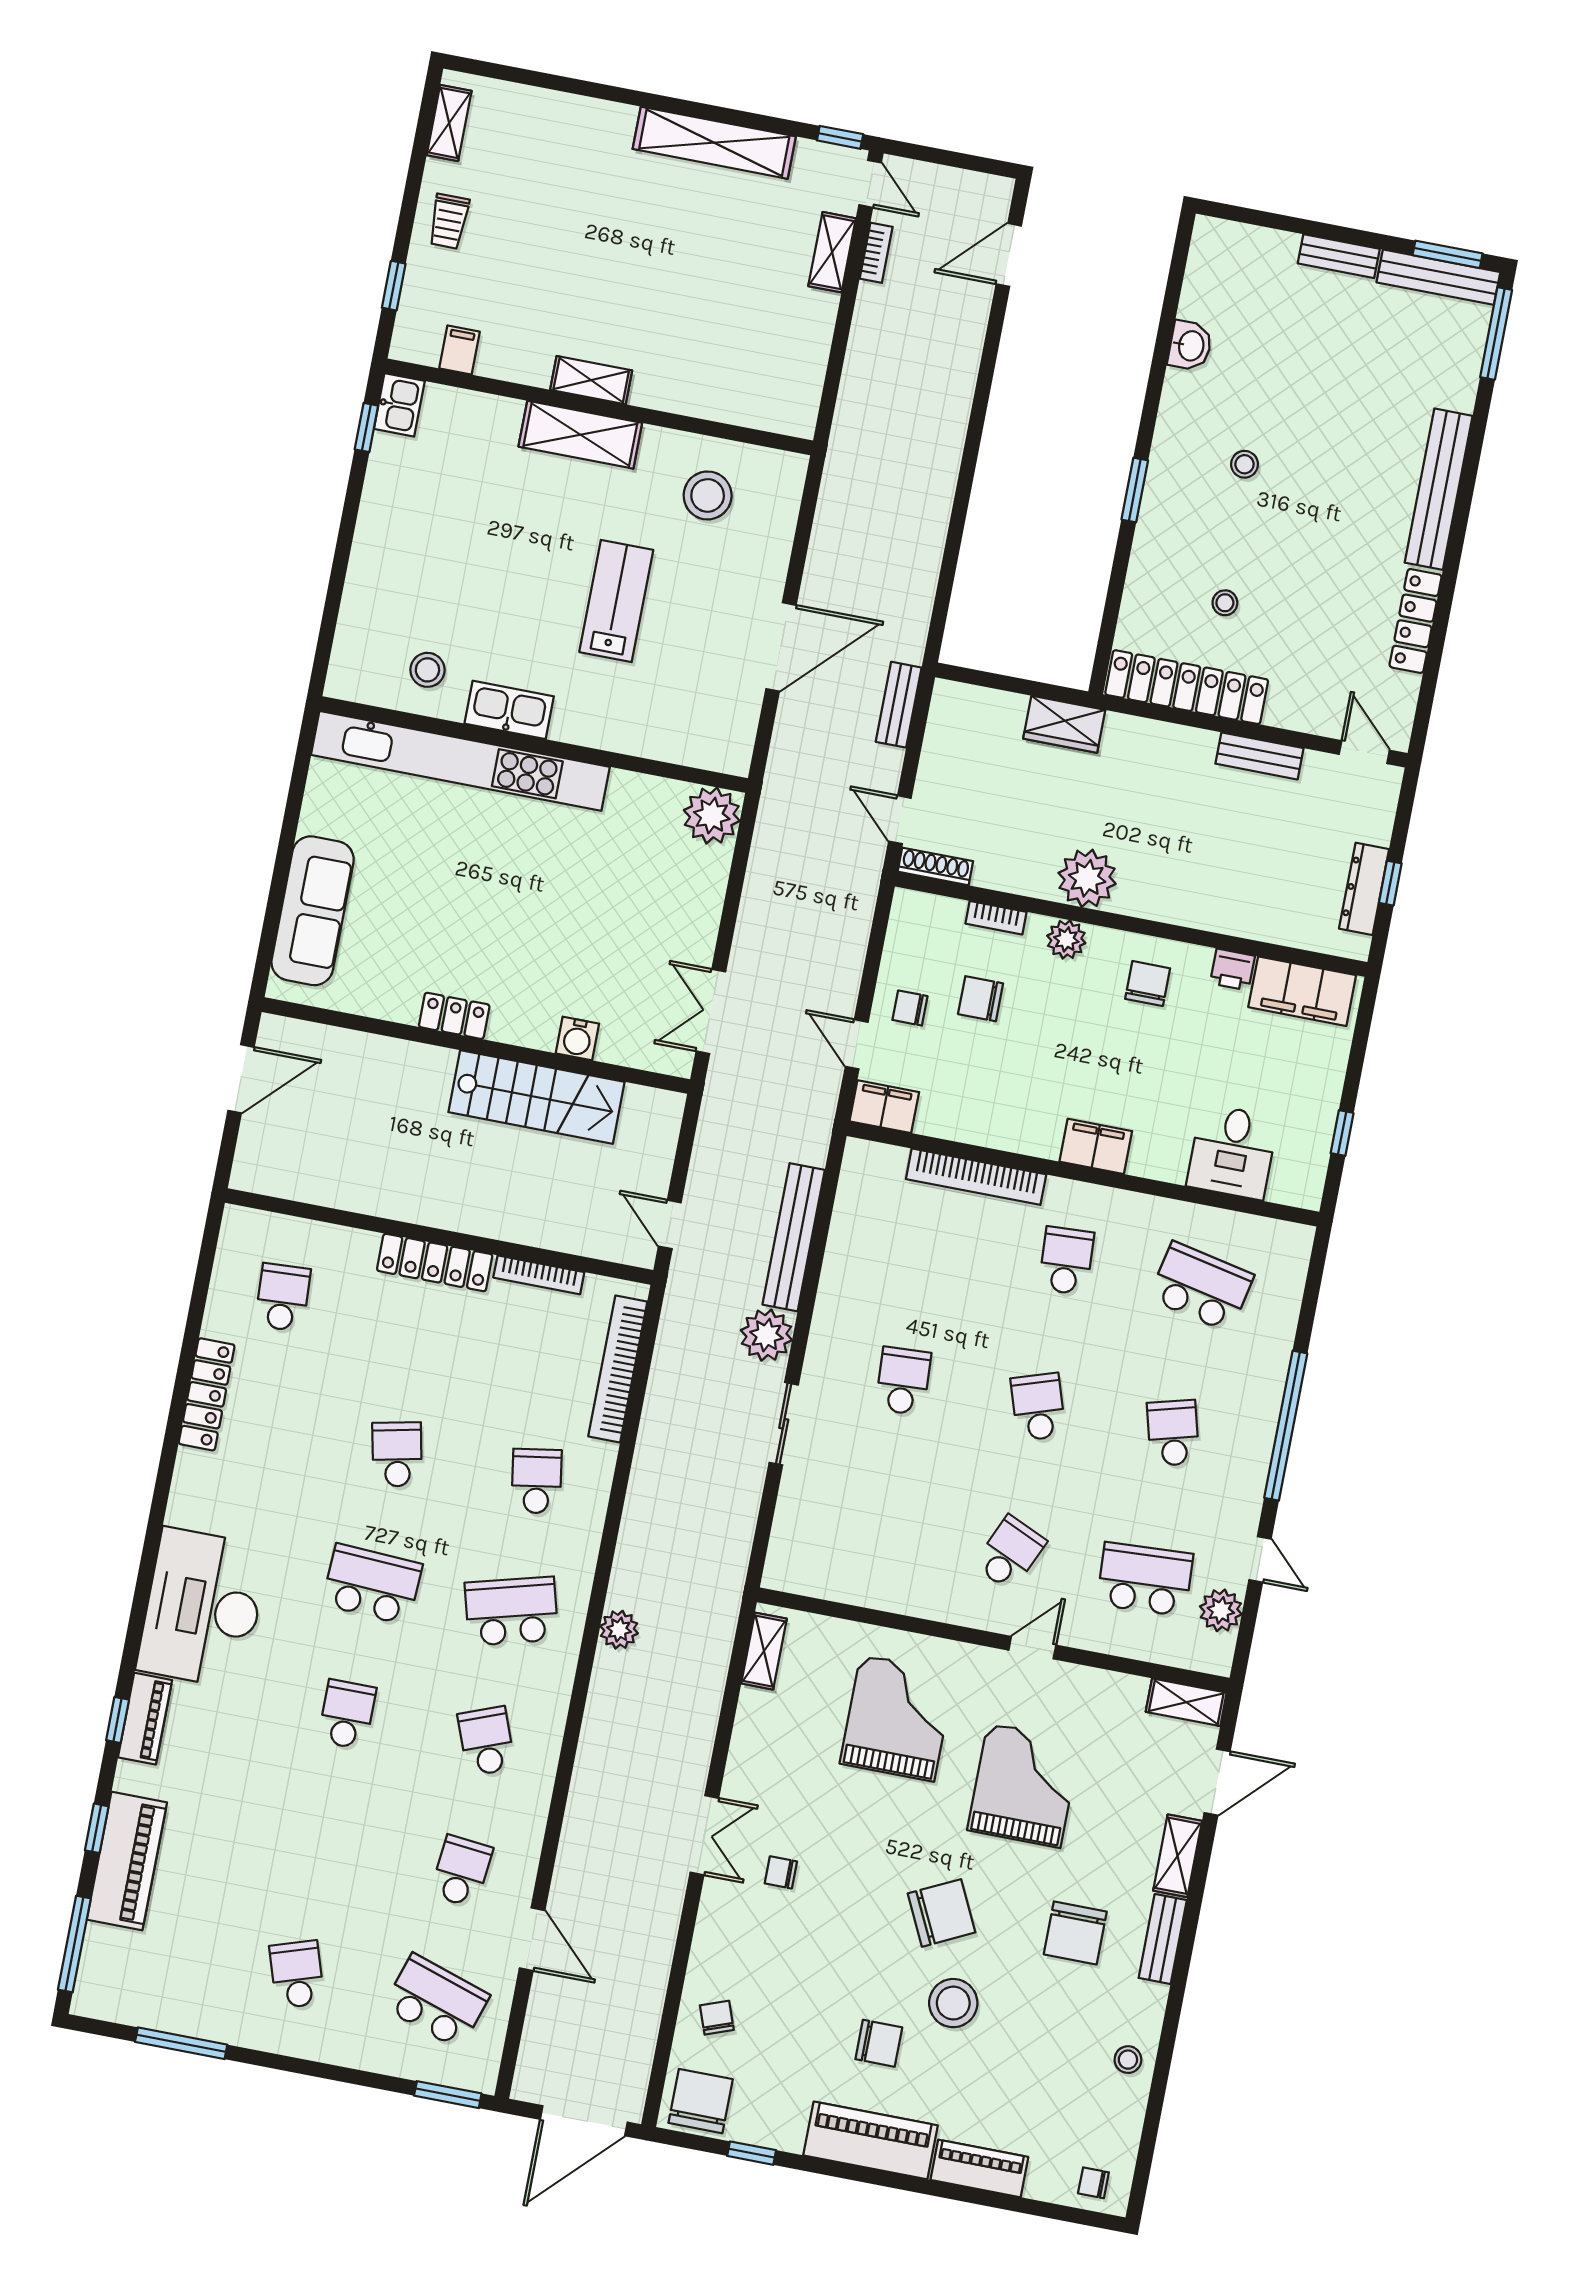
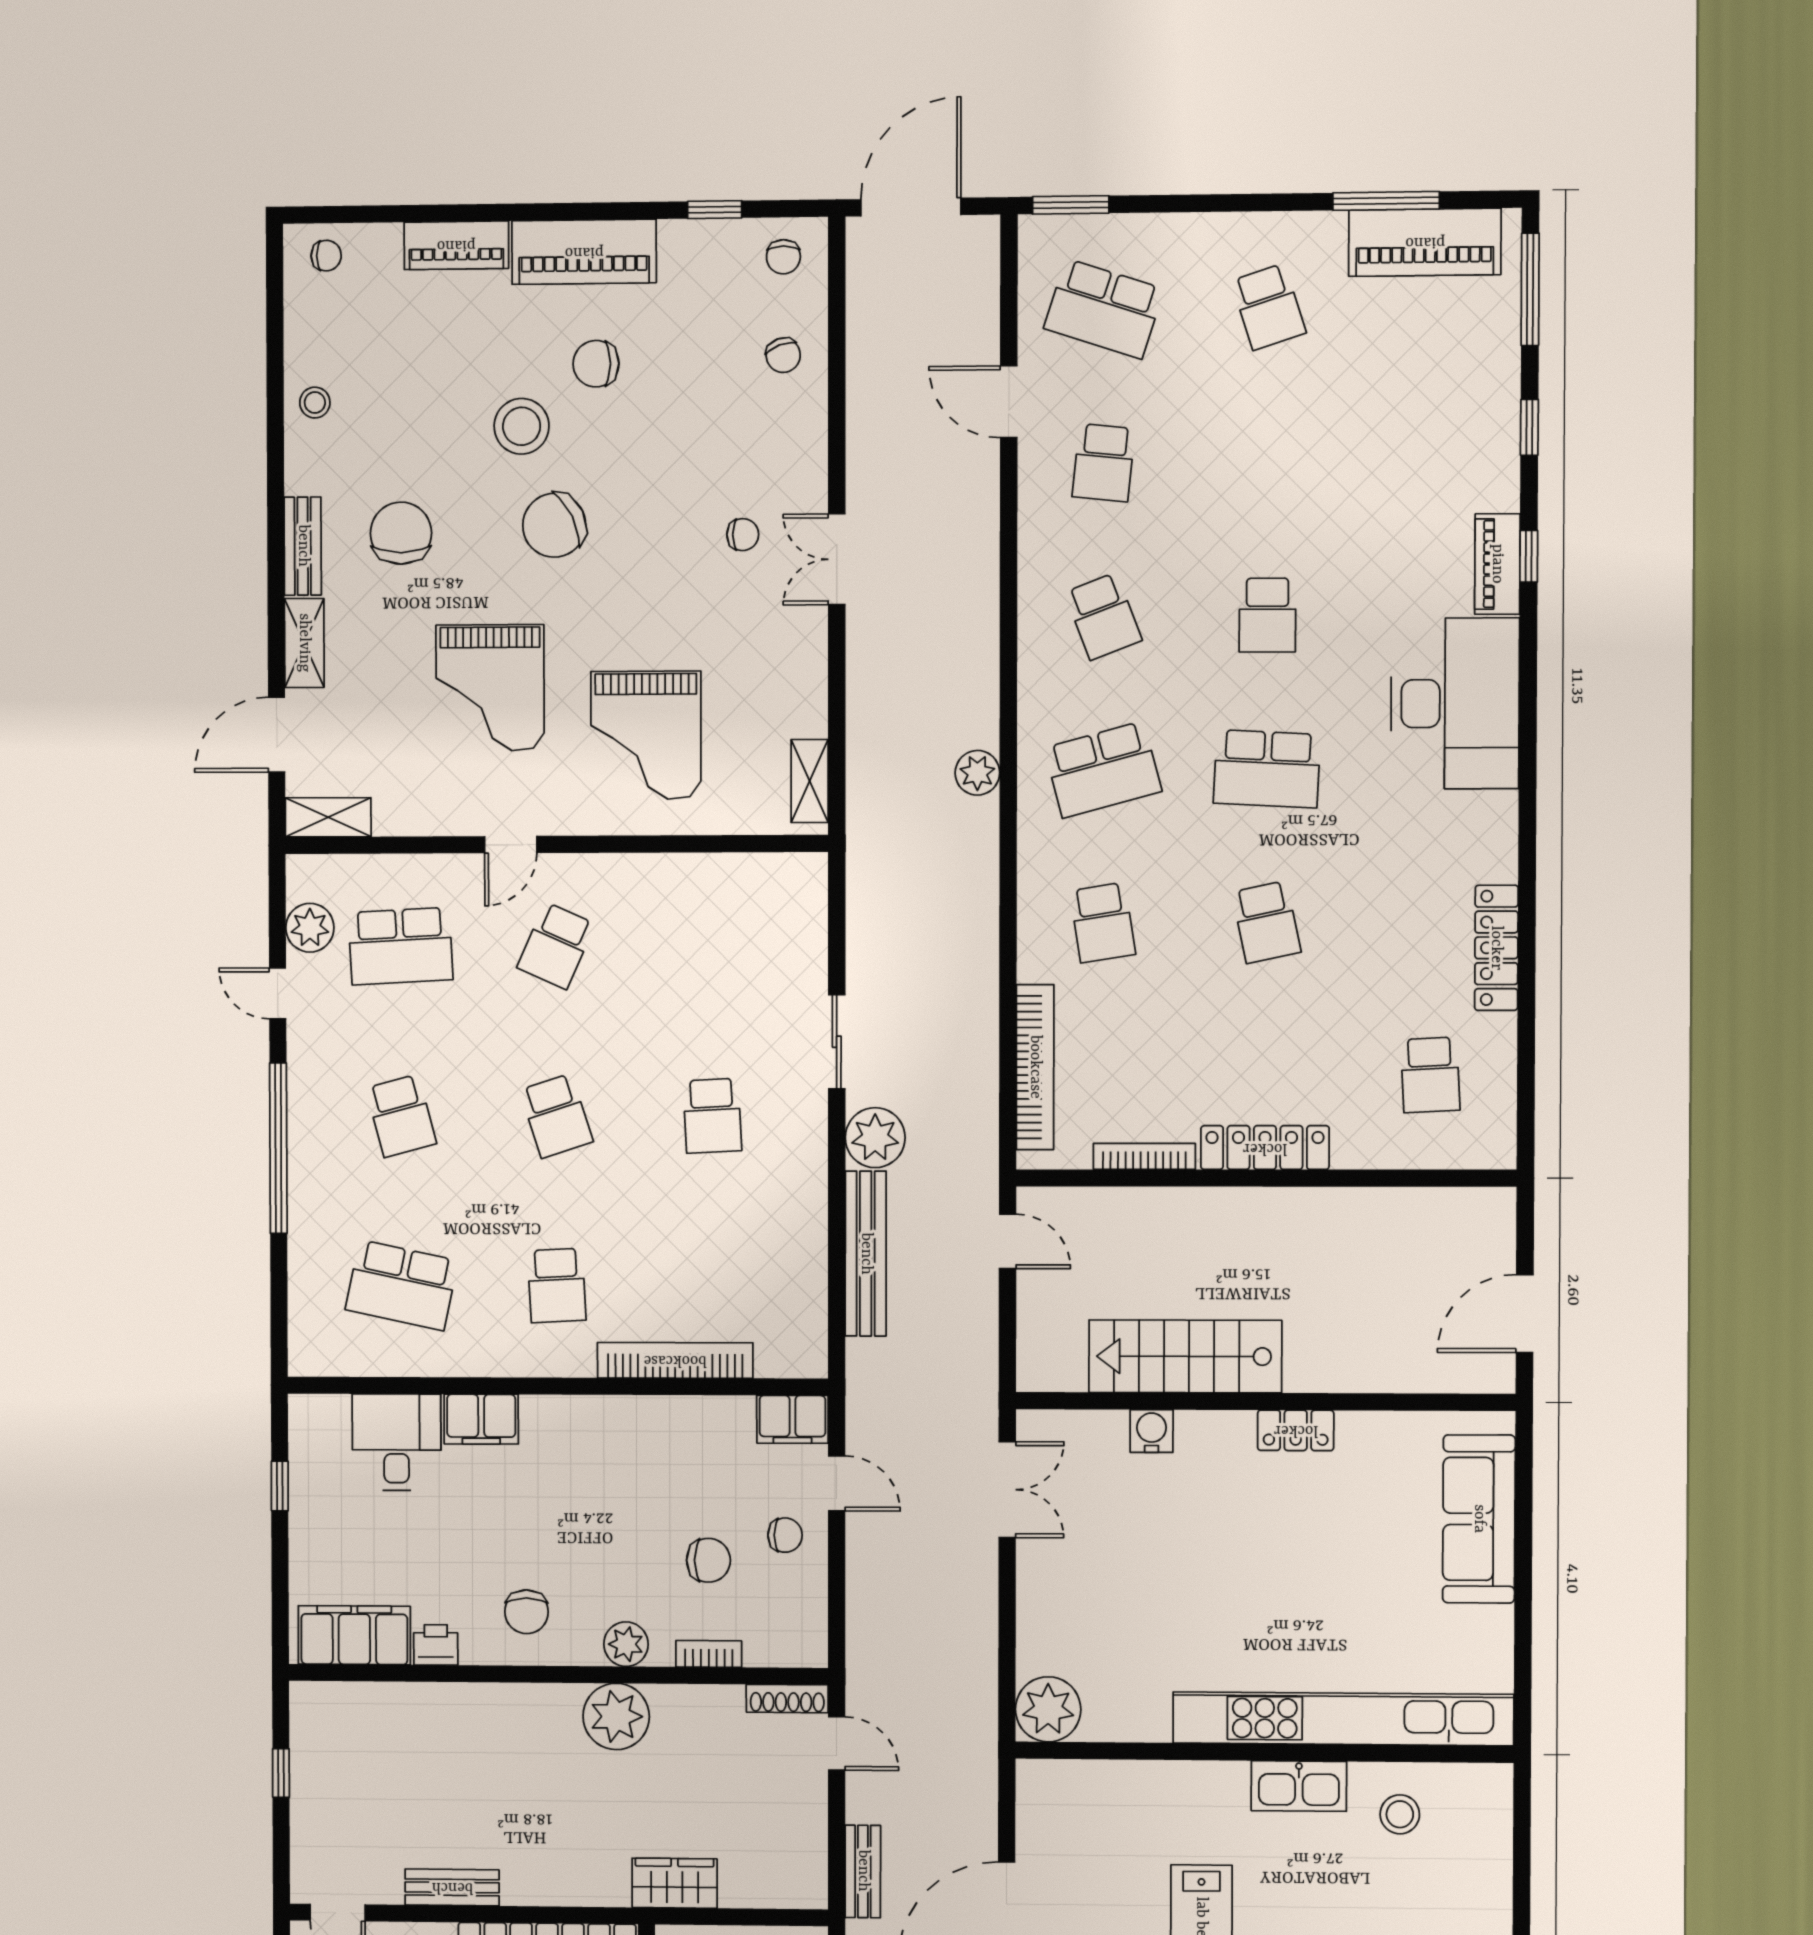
dresser: (1364, 889) -> (308, 1761), removed
filing cabinet: (1096, 1146) -> (481, 1419), moved
piano: (127, 1861) -> (1425, 242), moved, turned -90
chair: (701, 2101) -> (783, 257), width x0.54, depth x0.54

